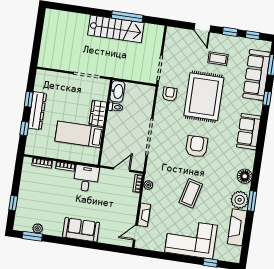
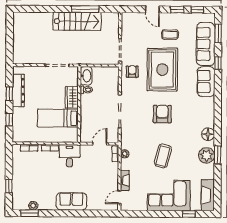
dresser: (37, 111) -> (18, 90), moved
sofa: (249, 132) -> (206, 82), moved
fireplace: (237, 227) -> (208, 195), moved

